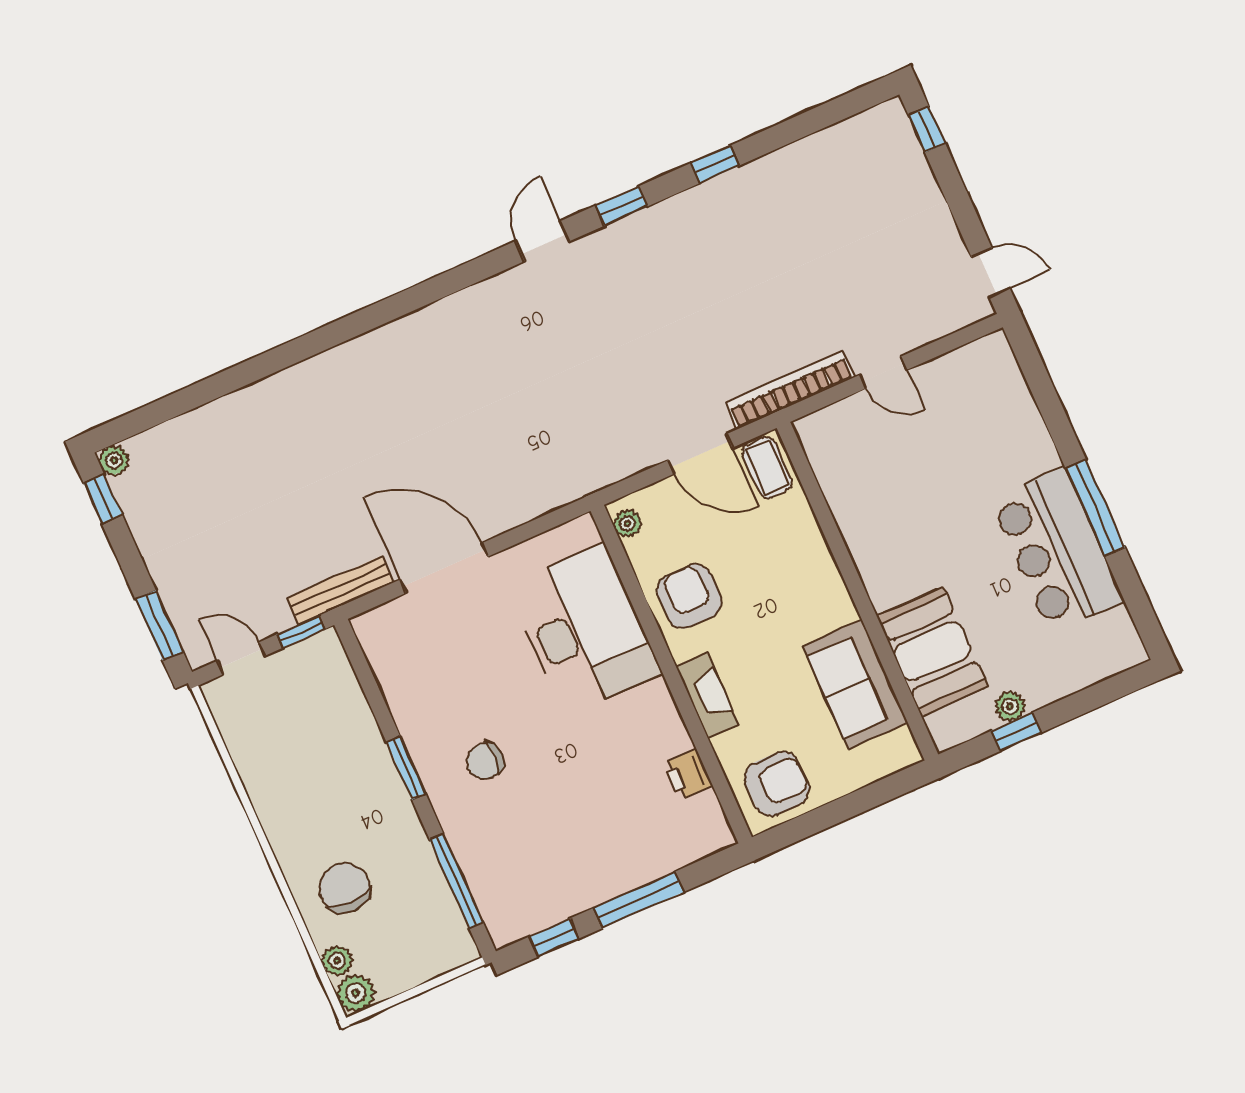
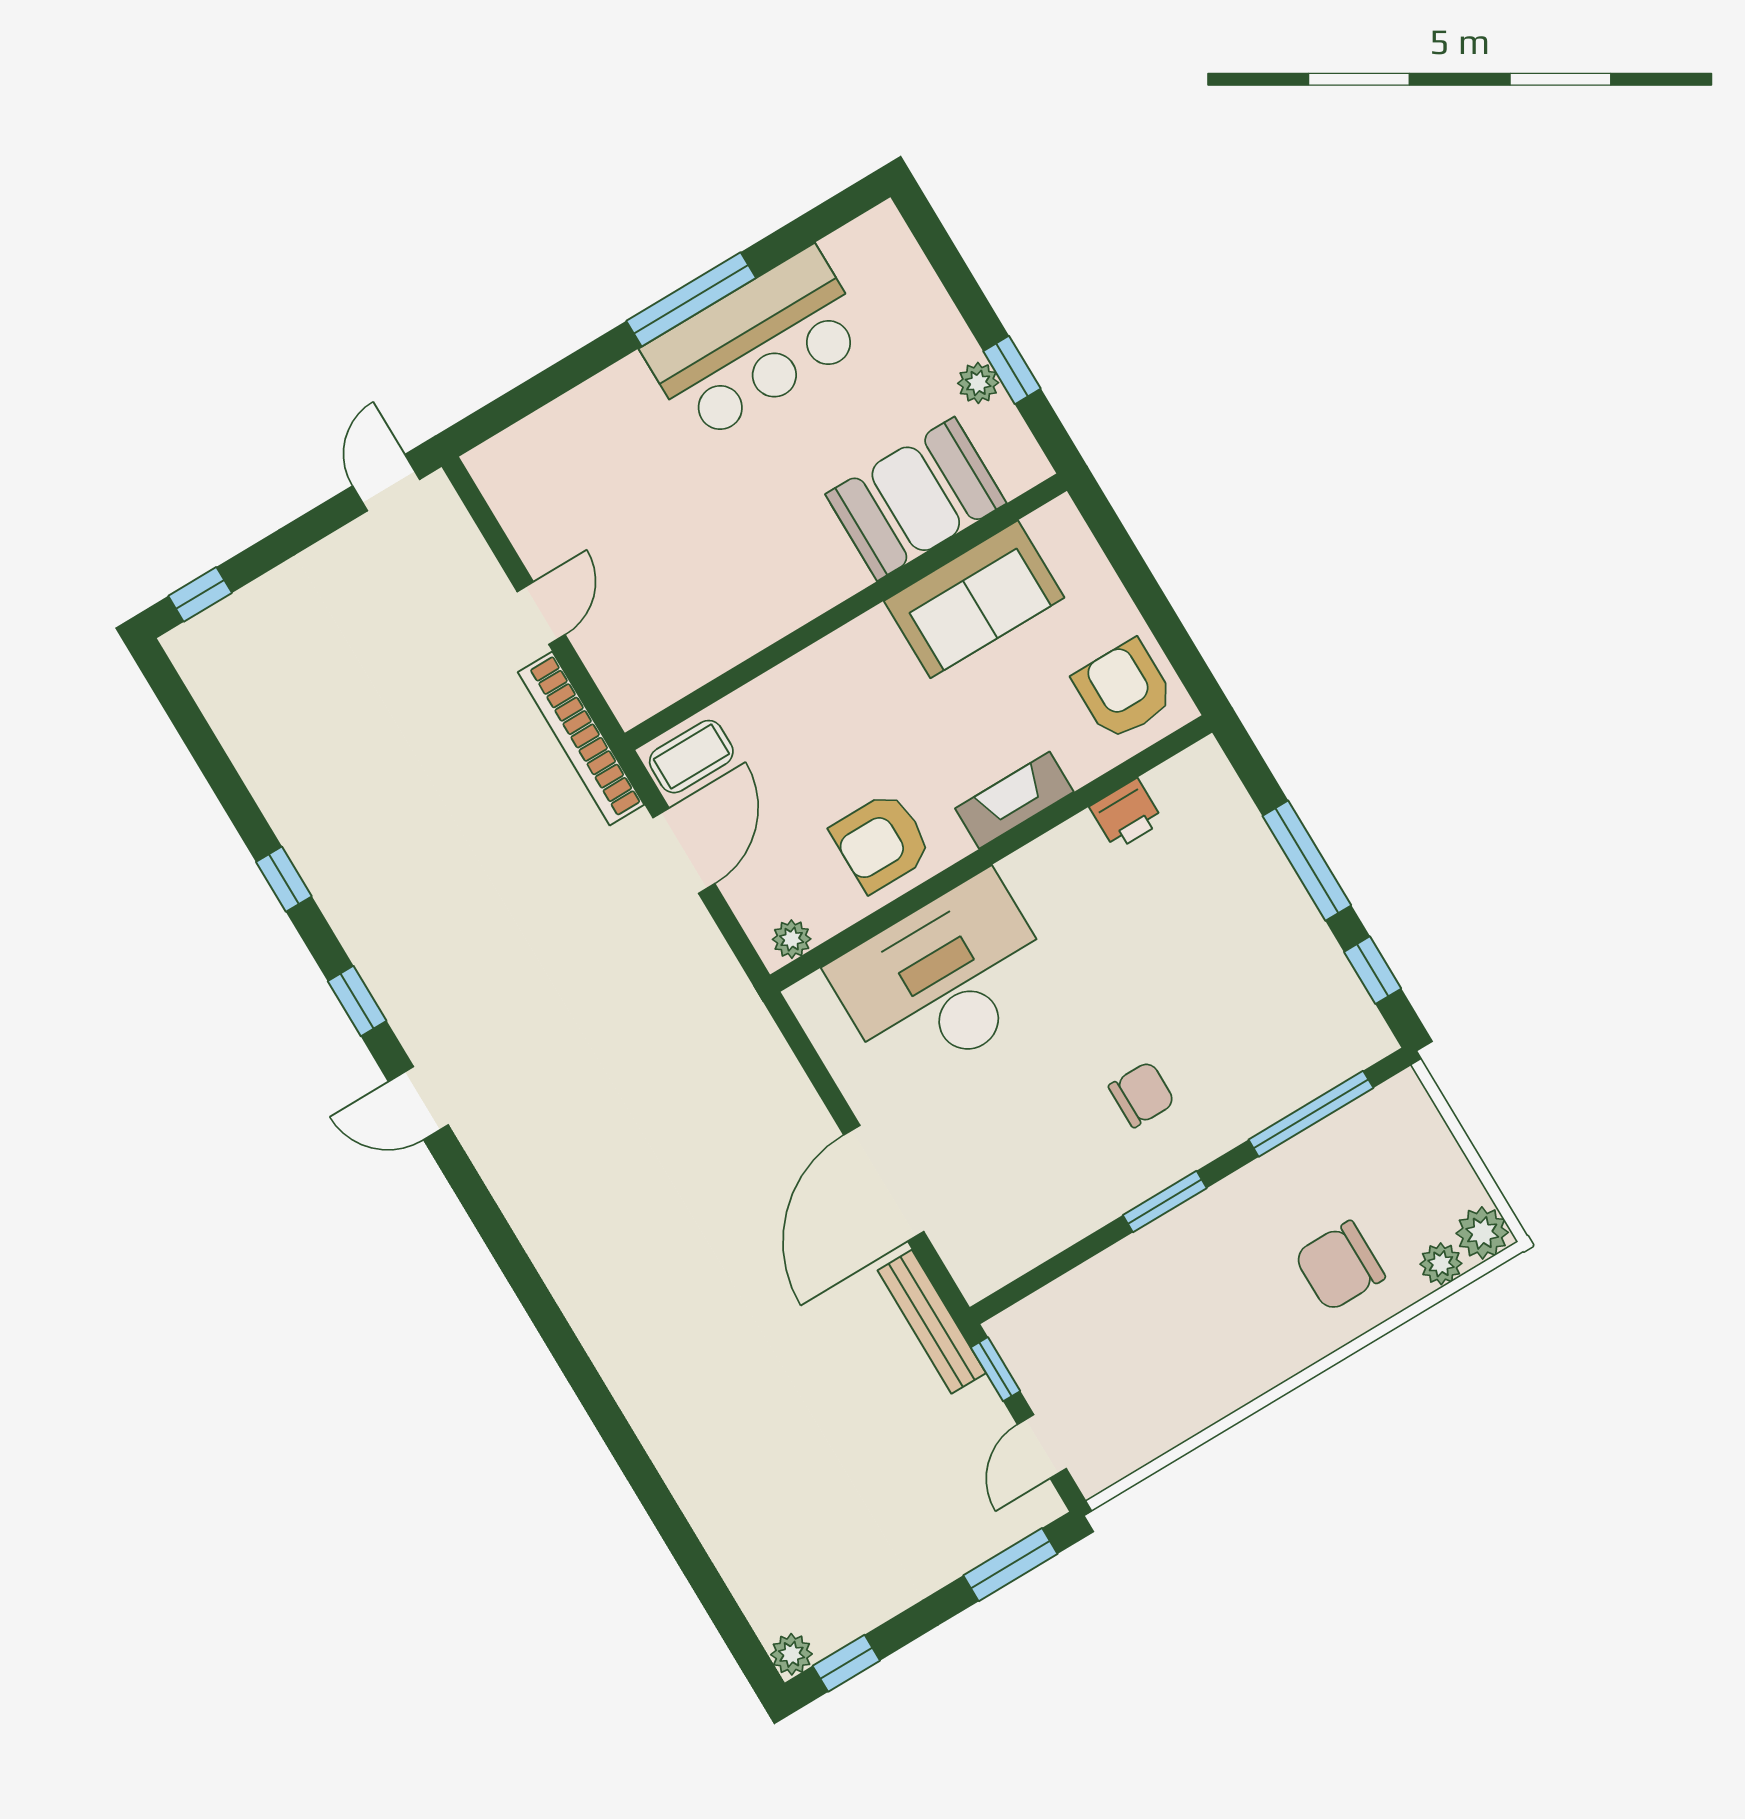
chair: (485, 761) -> (1142, 1094), turned -90

